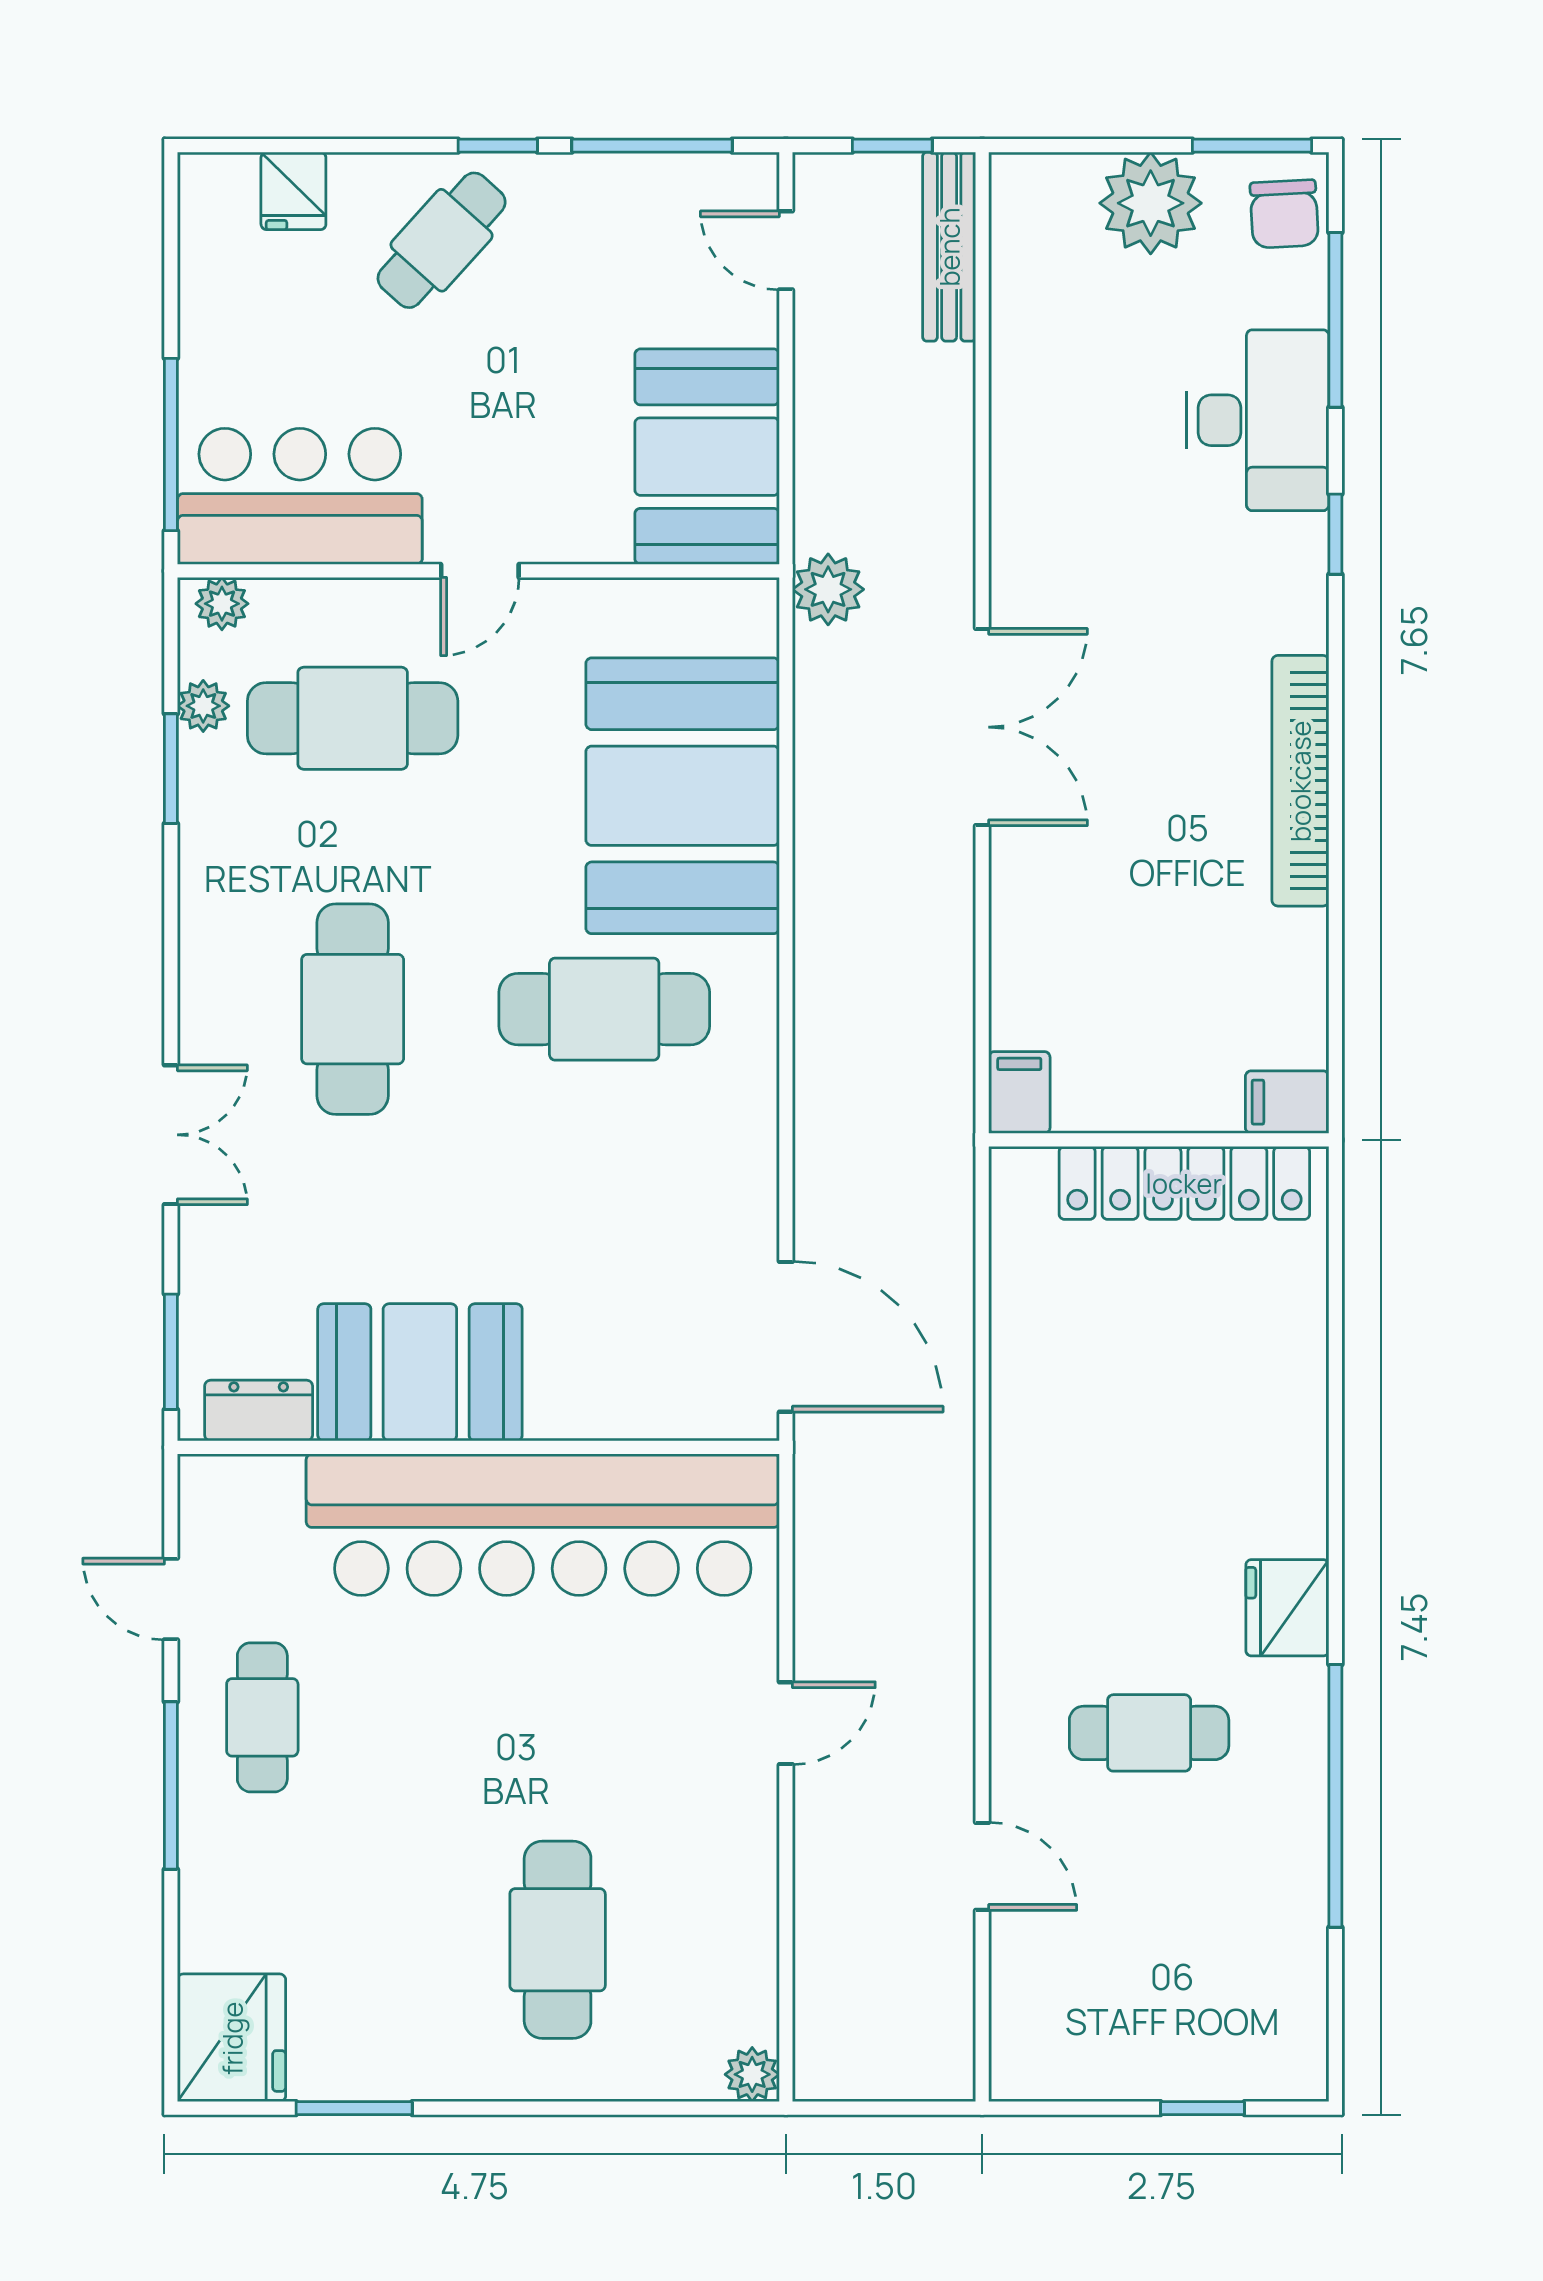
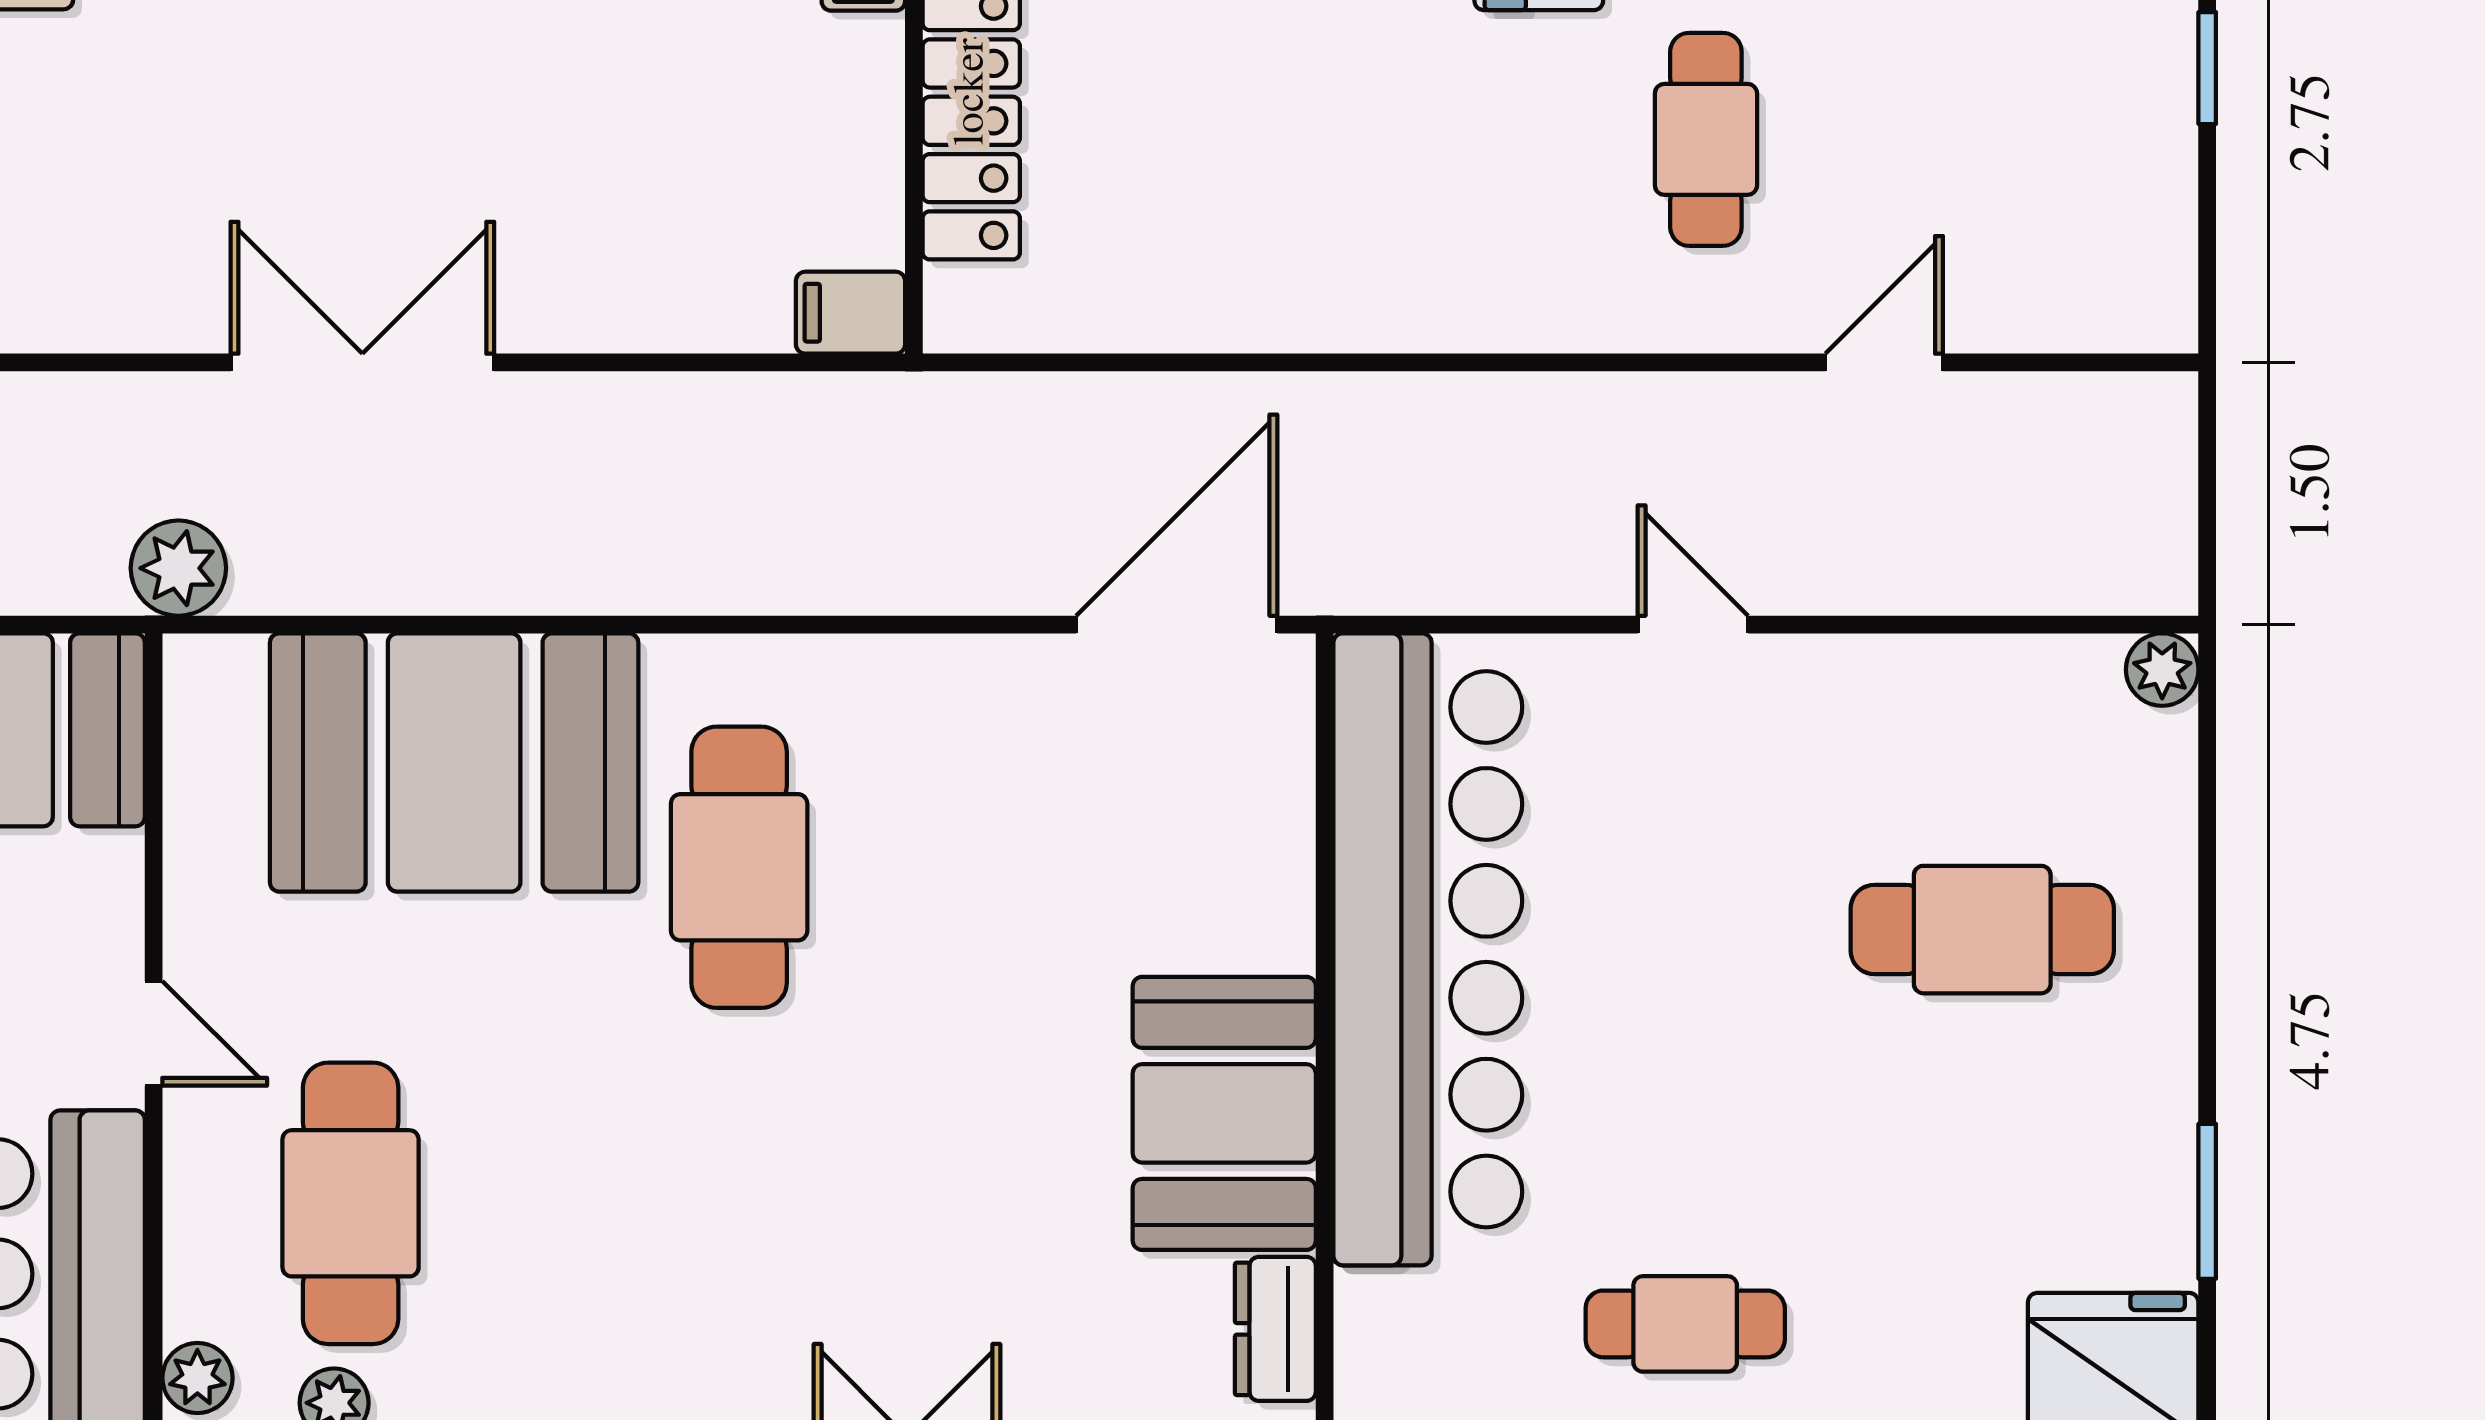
cafe table: (353, 1009) -> (739, 1203), removed

